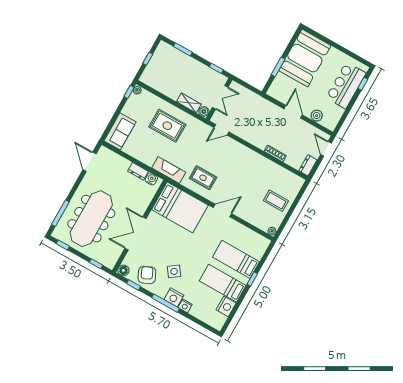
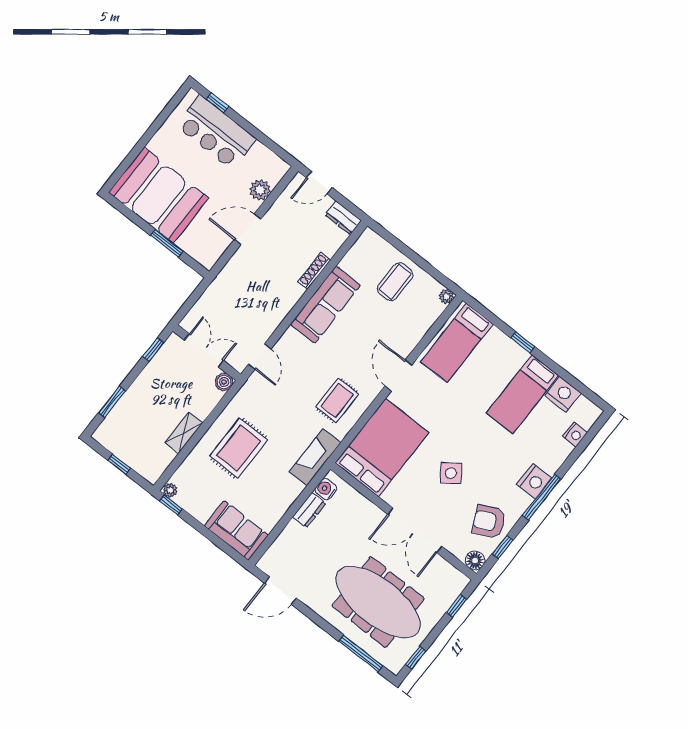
shelving: (189, 103) -> (184, 433), moved
sofa: (257, 163) -> (325, 305), added
bed: (236, 259) -> (457, 343), moved
side table: (174, 271) -> (451, 473), moved
nightstand: (185, 306) -> (575, 435), moved

